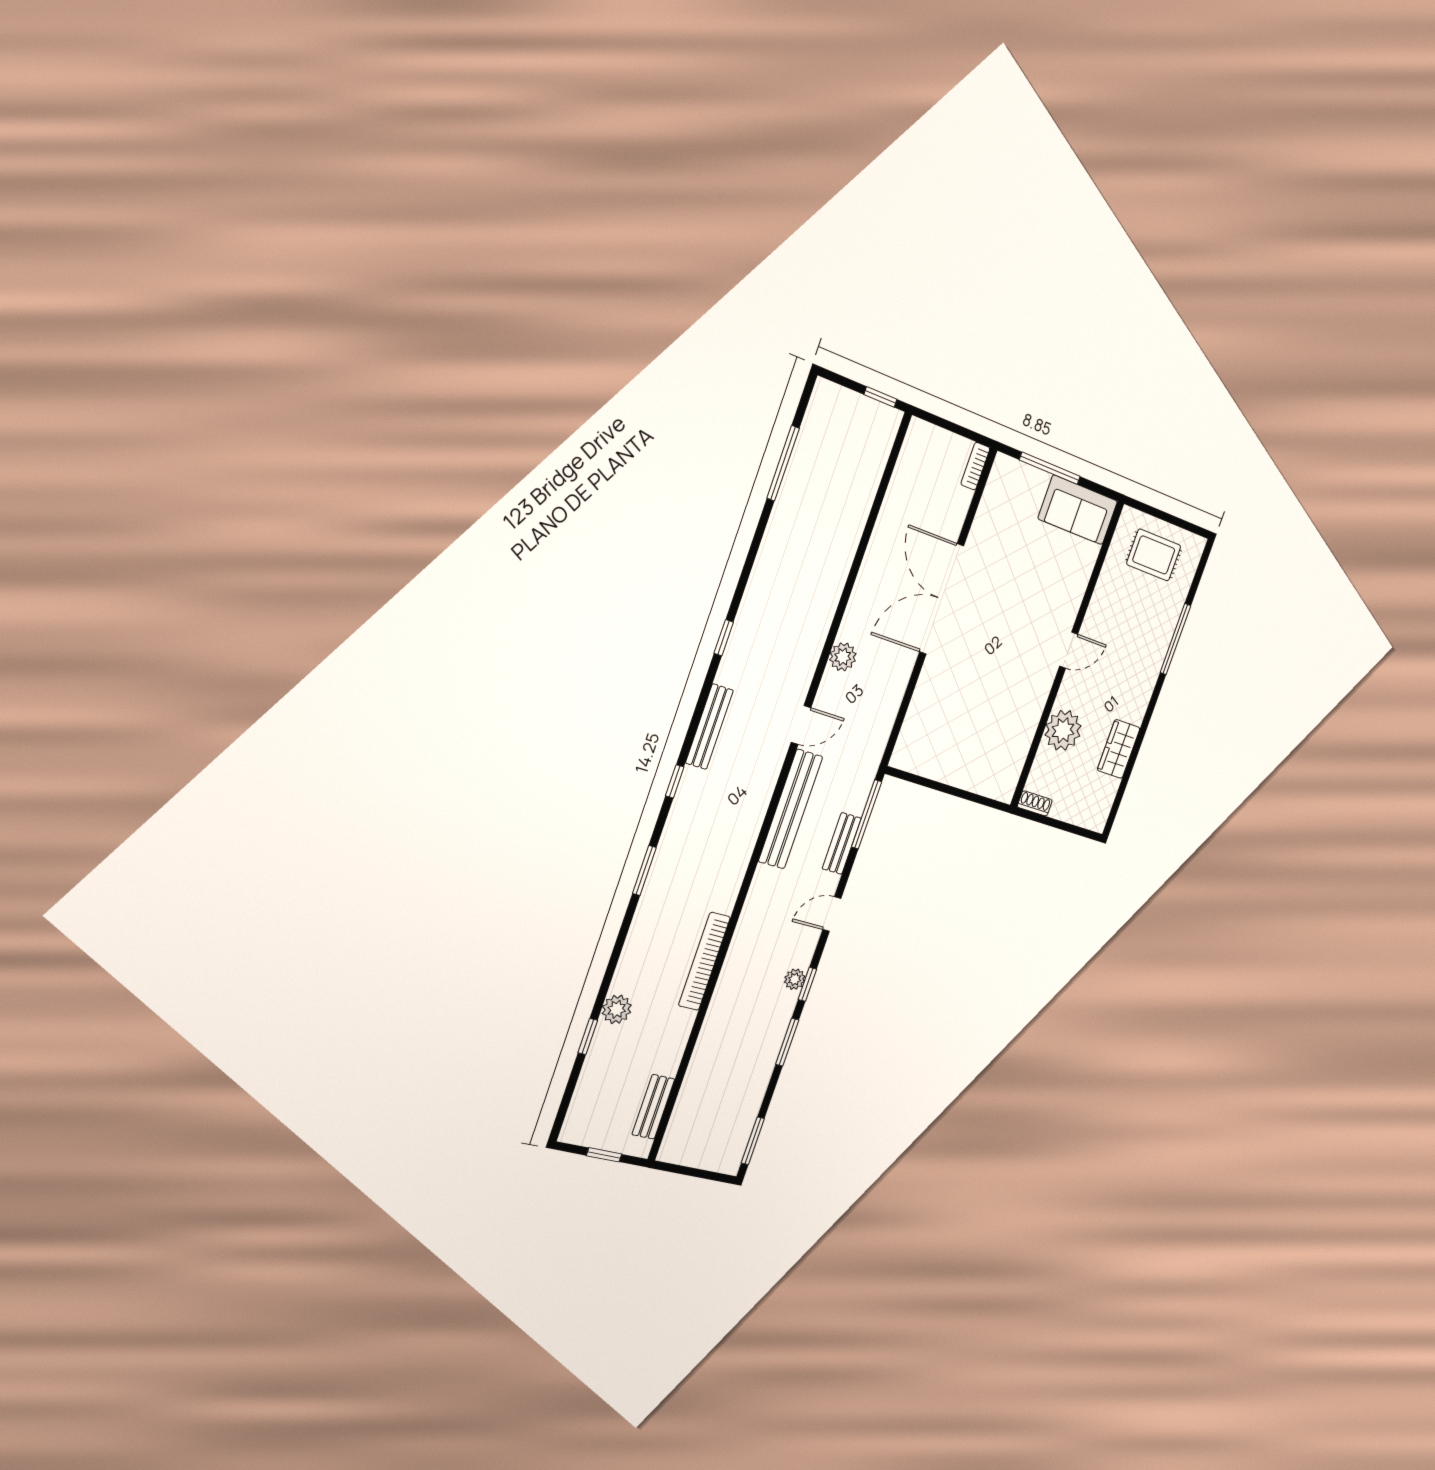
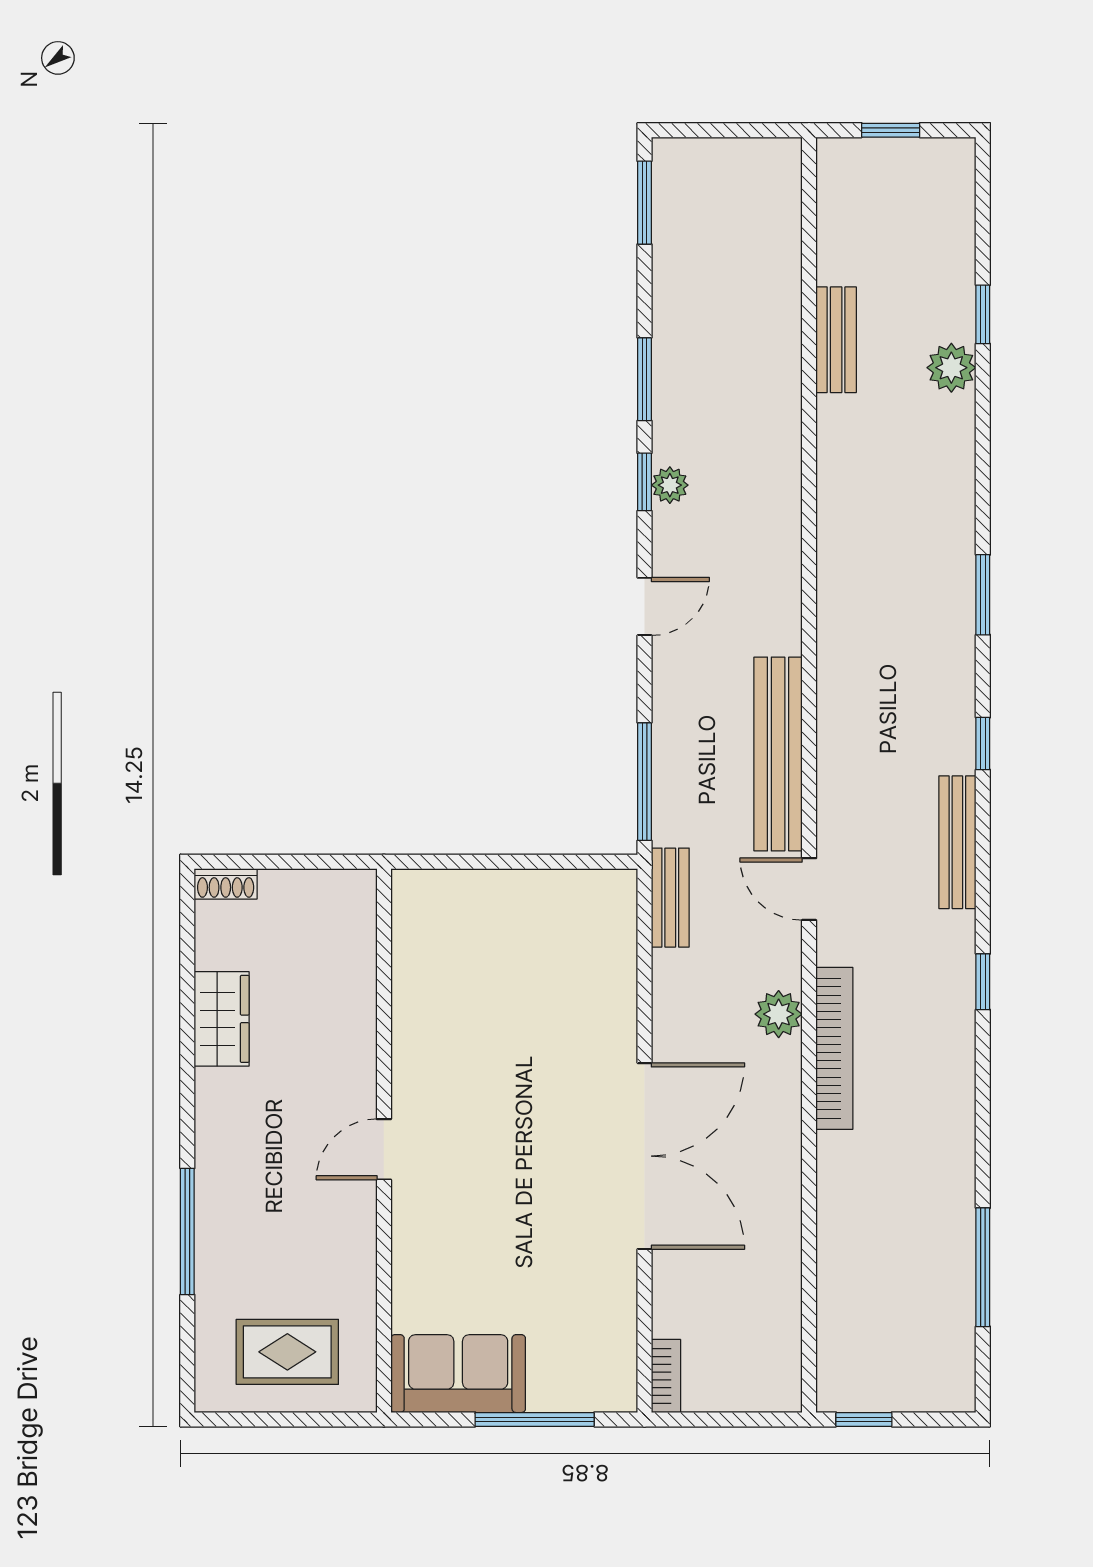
door: (801, 725) -> (809, 889), hinge flipped
plant: (1063, 730) -> (341, 1018), removed
shoe rack: (1035, 803) -> (226, 884), moved
bench: (842, 843) -> (670, 898), moved
bookcase: (704, 961) -> (834, 1048), moved
bench: (653, 1107) -> (836, 340), moved

